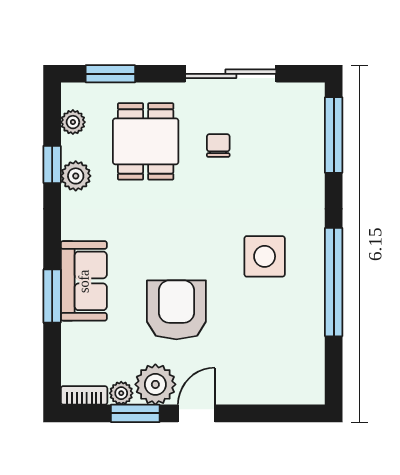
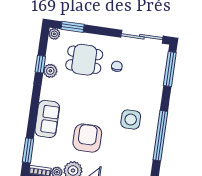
sliding door: (231, 74) -> (142, 37), moved
plant: (73, 122) -> (54, 34), moved
dining table: (146, 141) -> (84, 60), turned 90
window: (52, 296) -> (28, 150), moved

